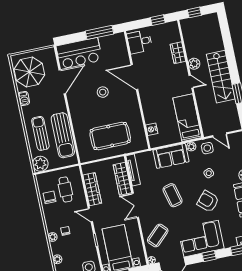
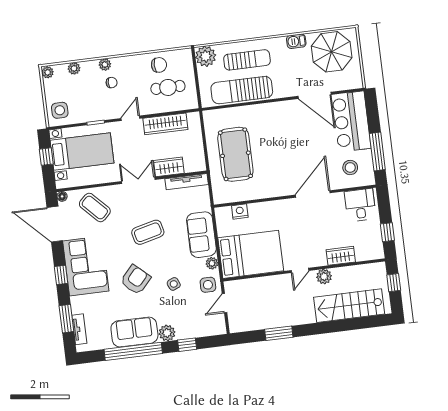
stairs: (221, 77) -> (349, 306), moved
stool: (103, 92) -> (350, 167), moved
bed: (187, 118) -> (251, 254), width x1.50
wardrobe: (122, 179) -> (169, 167), width x0.67

